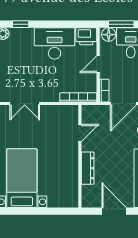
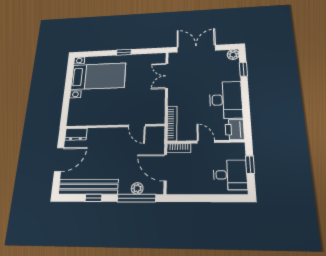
window: (121, 24) -> (250, 165), width x0.67
floor lamp: (109, 35) -> (238, 152), removed
dresser: (88, 168) -> (76, 134), moved, width x0.70

